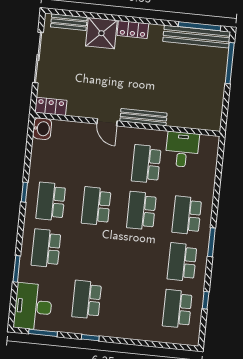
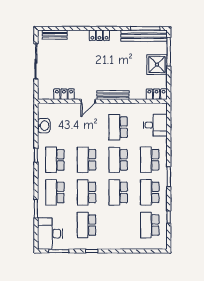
shower: (101, 33) -> (157, 65), moved
locker: (51, 106) -> (64, 94), moved
door: (107, 122) -> (88, 101), hinge flipped
locker: (206, 122) -> (156, 94), added
washbasin: (42, 129) -> (44, 126), moved
desk: (182, 149) -> (155, 125), moved, turned 90
school desk: (91, 253) -> (86, 192), added
school desk: (137, 257) -> (118, 192), added

